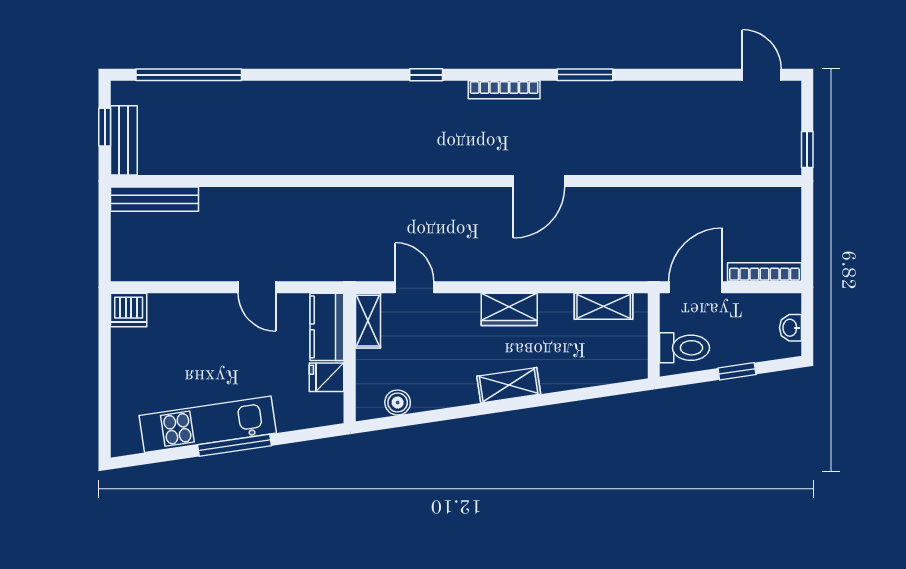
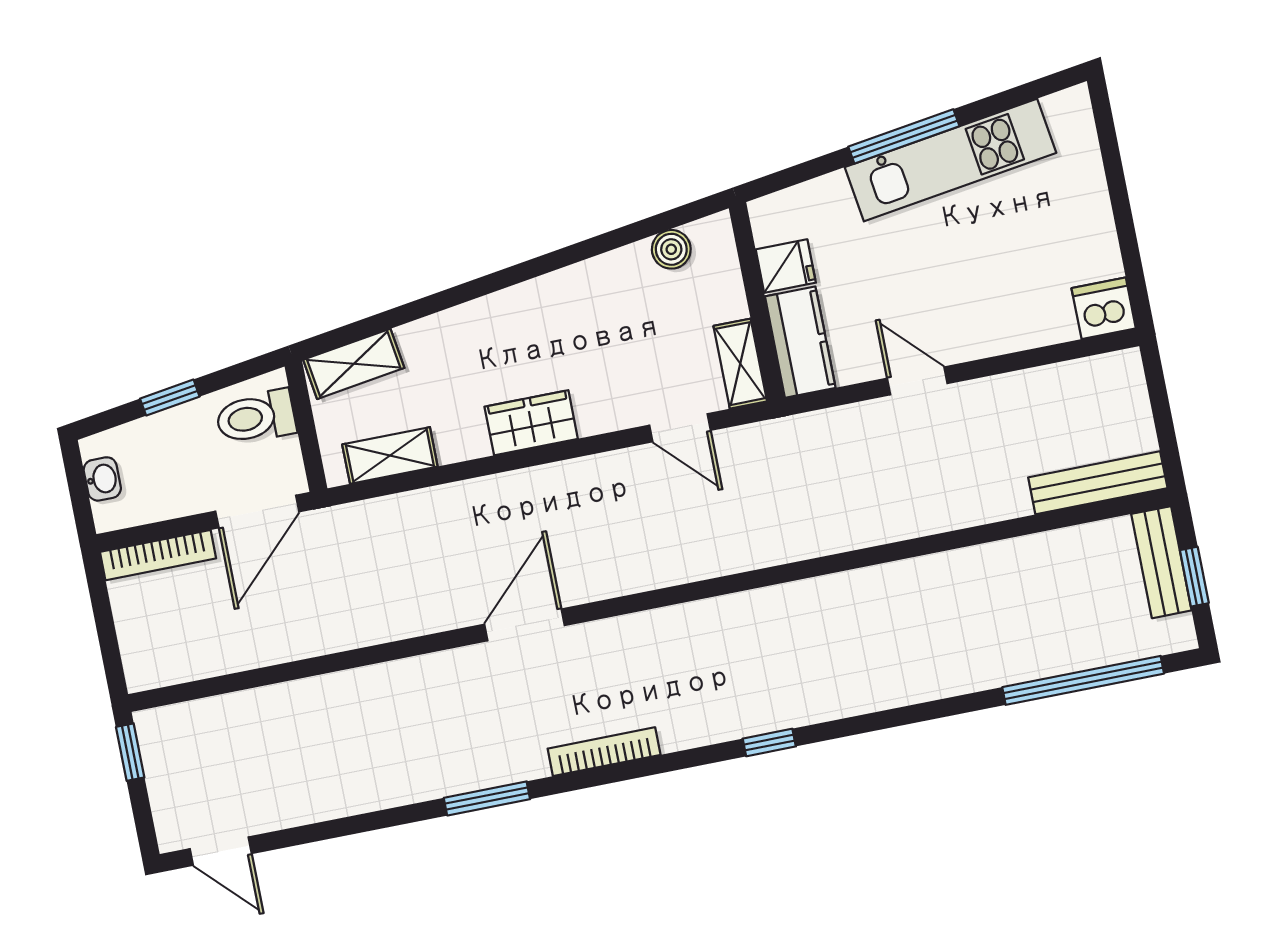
window: (426, 75) -> (769, 743), moved
shelving: (509, 385) -> (354, 364), moved

